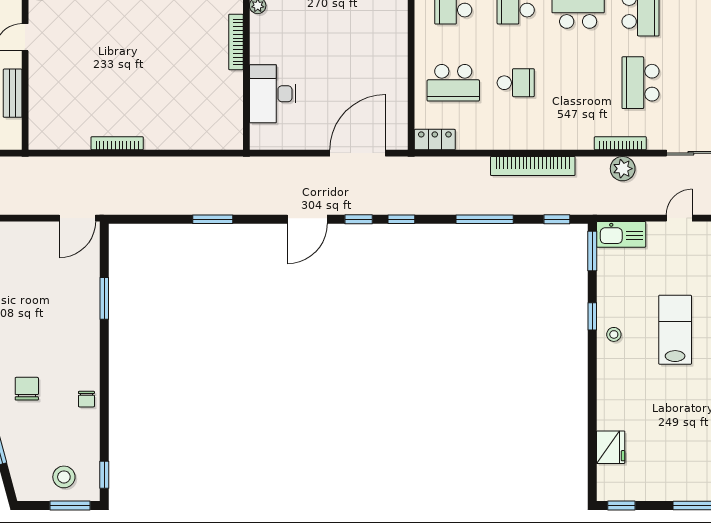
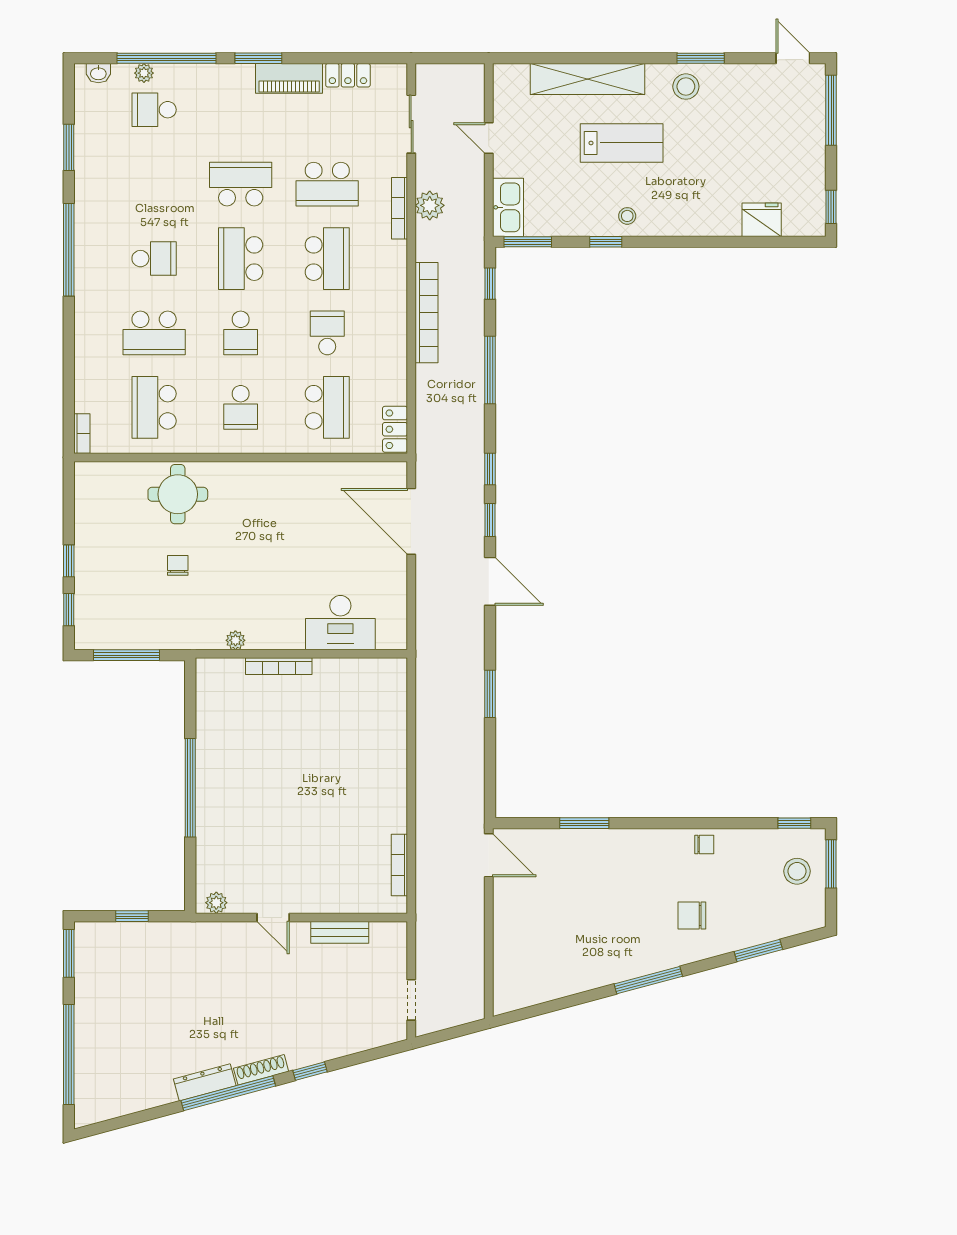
school desk: (578, 83) -> (327, 259), added
bookcase: (117, 143) -> (399, 865), moved
lab bench: (675, 330) -> (622, 143), turned 180

